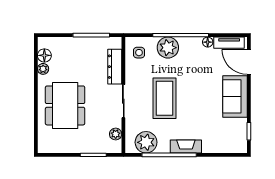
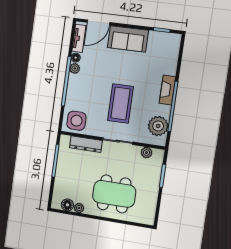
plant: (168, 48) -> (75, 68), moved, width x0.53, depth x0.53
side table: (139, 53) -> (76, 121), width x1.87, depth x1.87
coffee table: (165, 98) -> (120, 103), turned 90

